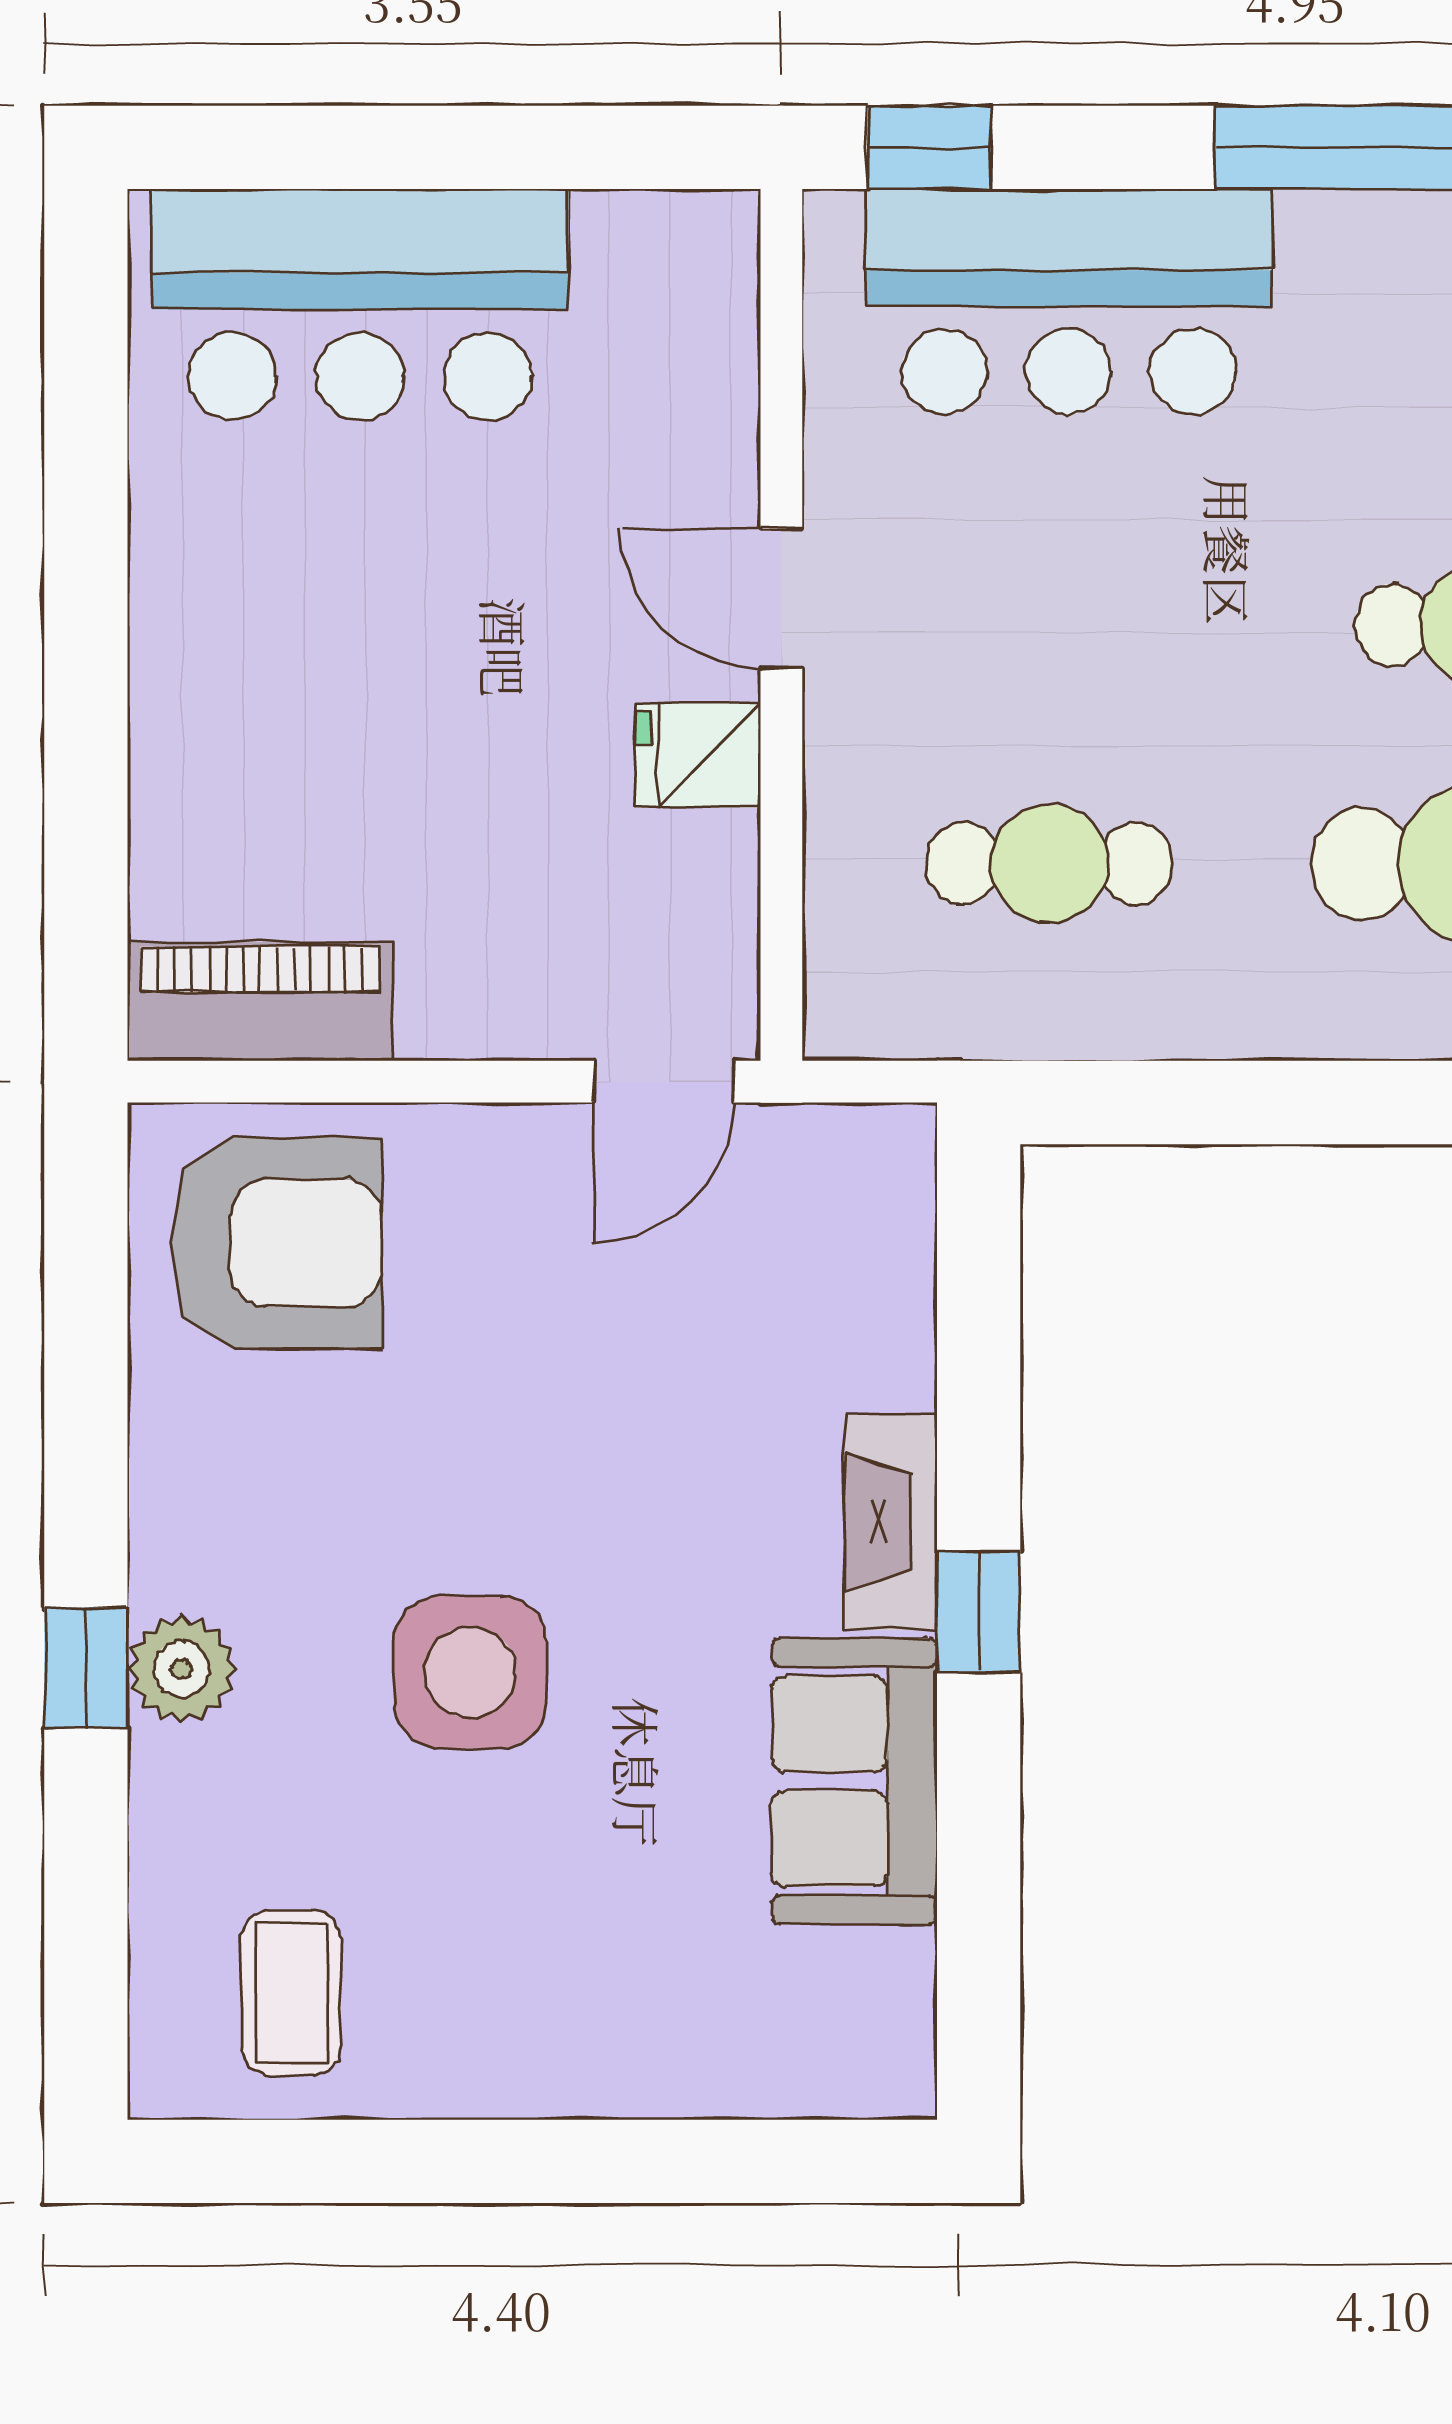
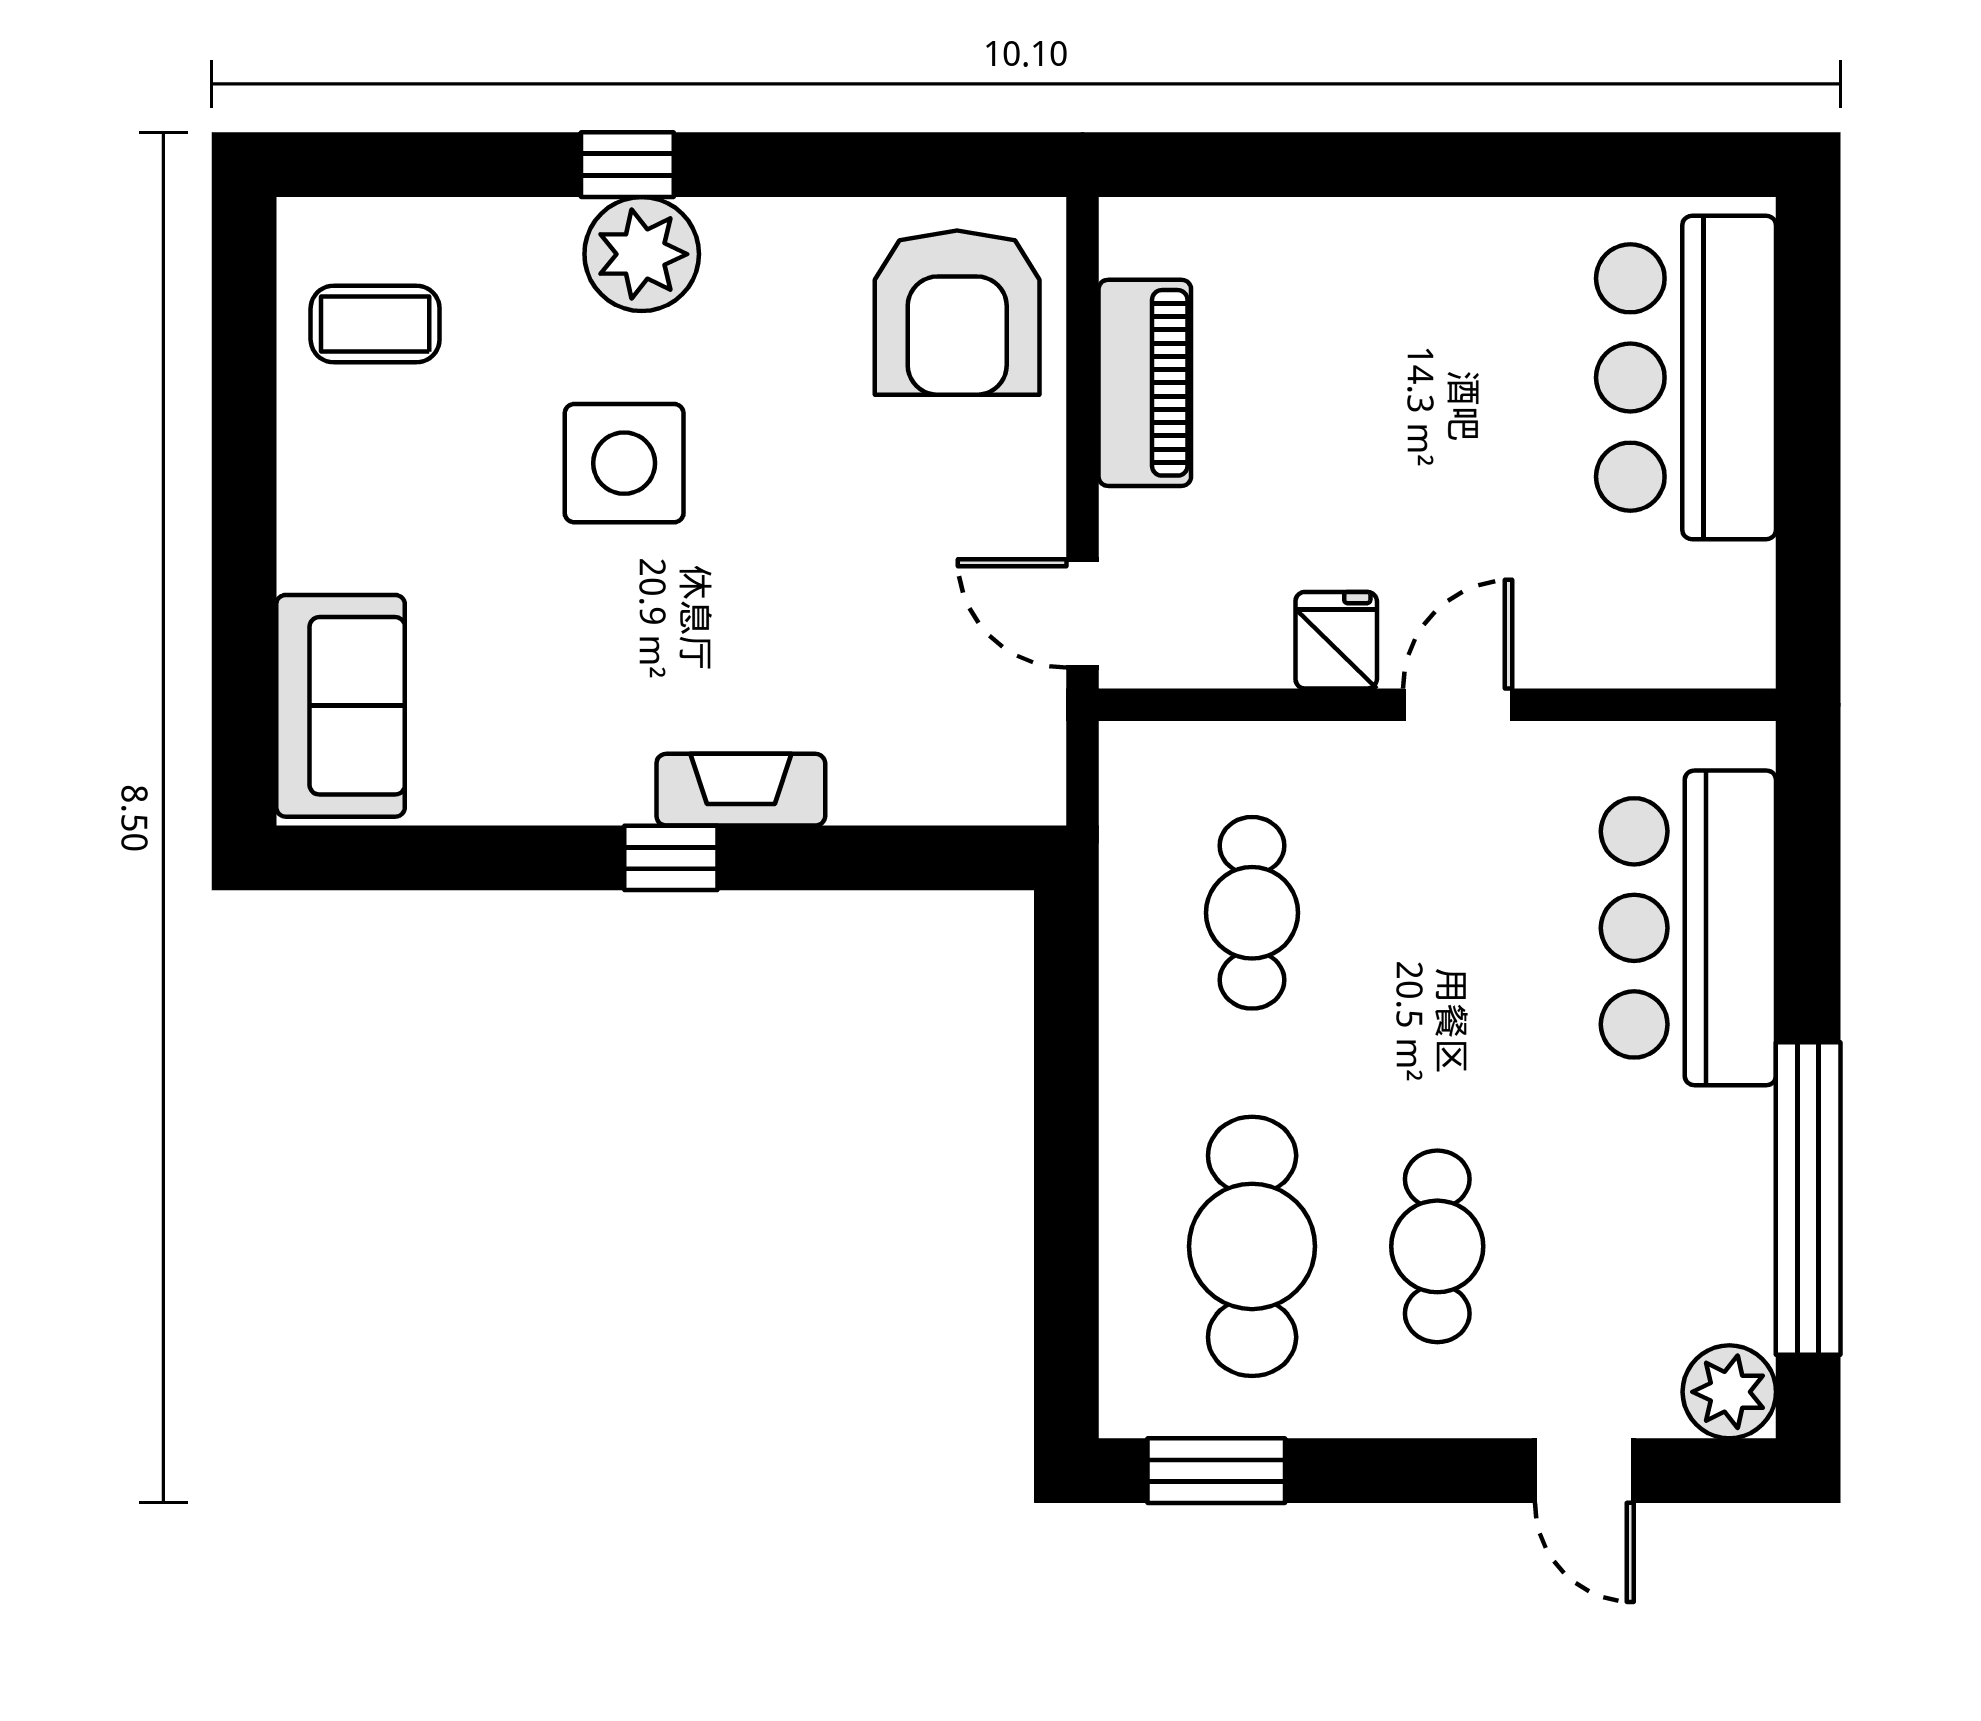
window: (929, 147) -> (1808, 820), removed
piano: (260, 1002) -> (1145, 383), moved
plant: (181, 1669) -> (642, 254), width x1.36, depth x1.36
sofa: (854, 1781) -> (341, 706), moved, turned 90

